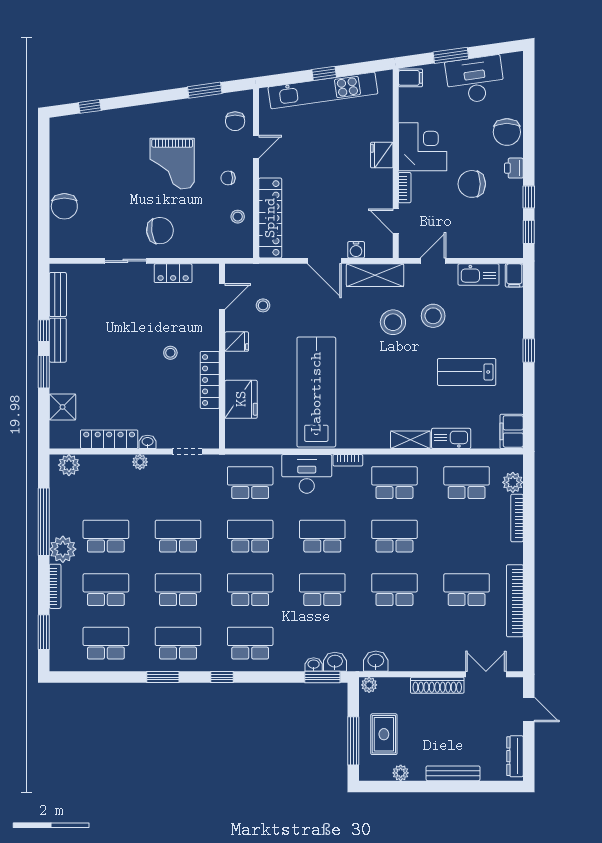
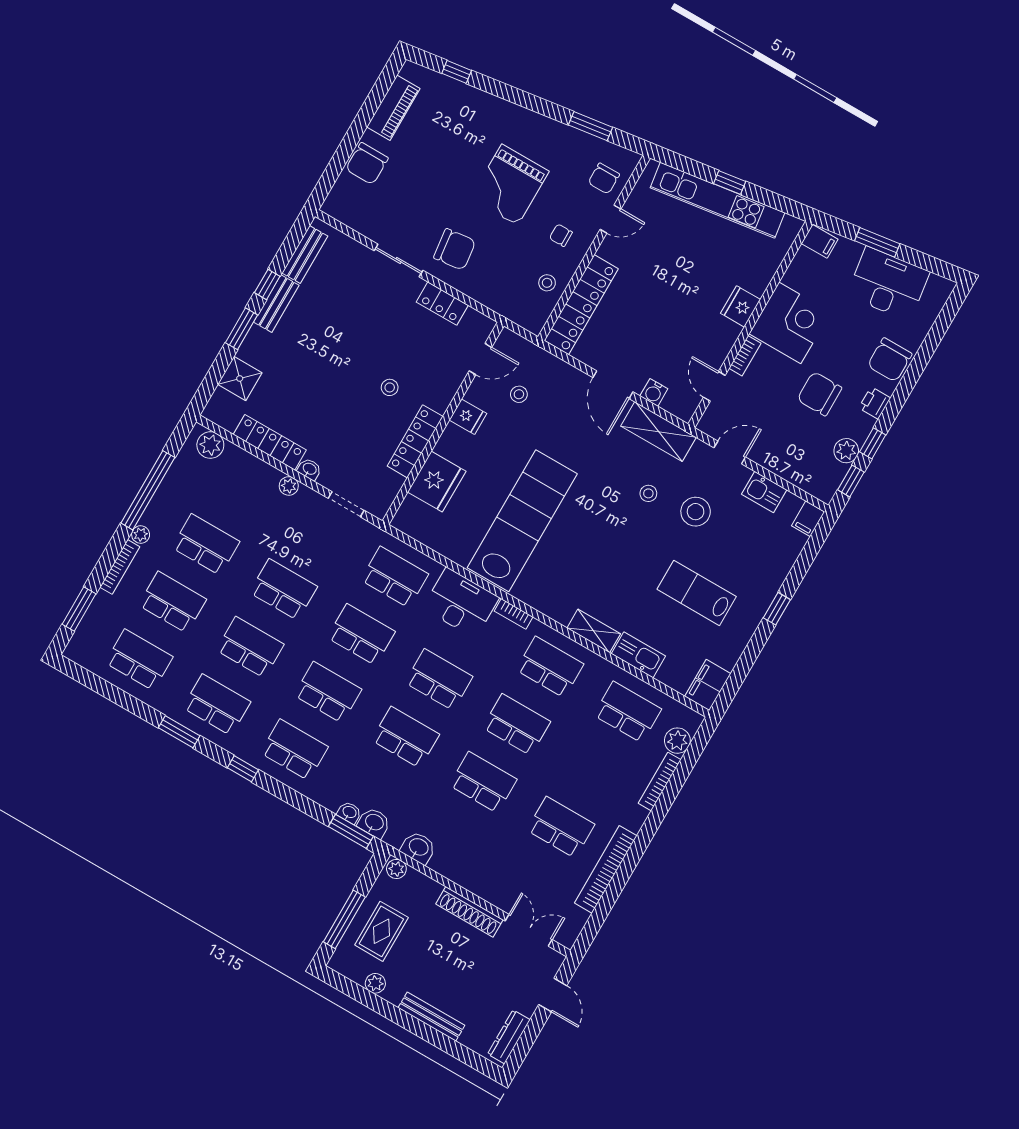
piano: (60, 157) -> (393, 108), added
plant: (513, 213) -> (846, 451), added
kitchen sink: (478, 275) -> (764, 492), width x0.73
stool: (393, 322) -> (648, 493), width x0.53, depth x0.53
plant: (63, 549) -> (141, 535), width x0.53, depth x0.53

